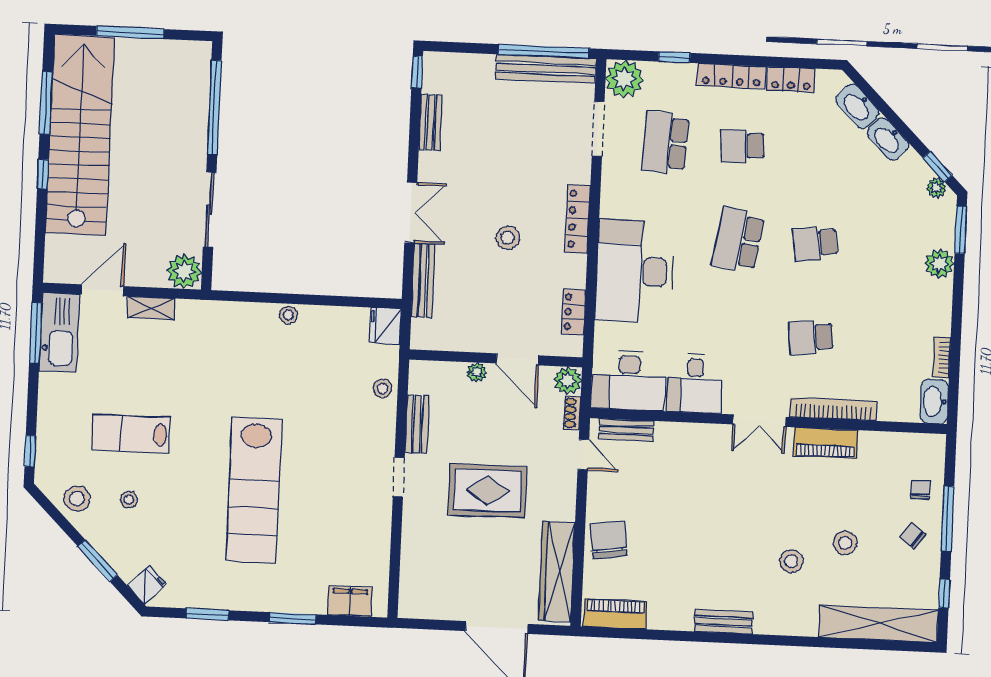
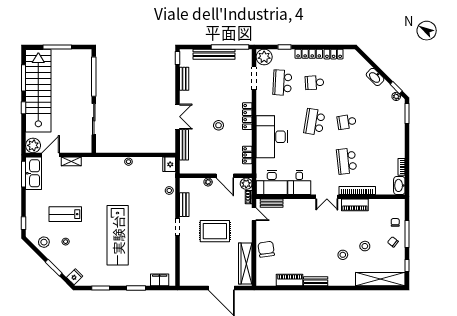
bench: (546, 69) -> (214, 54), moved
washbasin: (857, 106) -> (362, 64), removed
plant: (939, 264) -> (399, 128), removed
plant: (184, 271) -> (33, 145), moved
school desk: (811, 337) -> (347, 161), width x1.85
piano: (615, 614) -> (290, 280), moved

